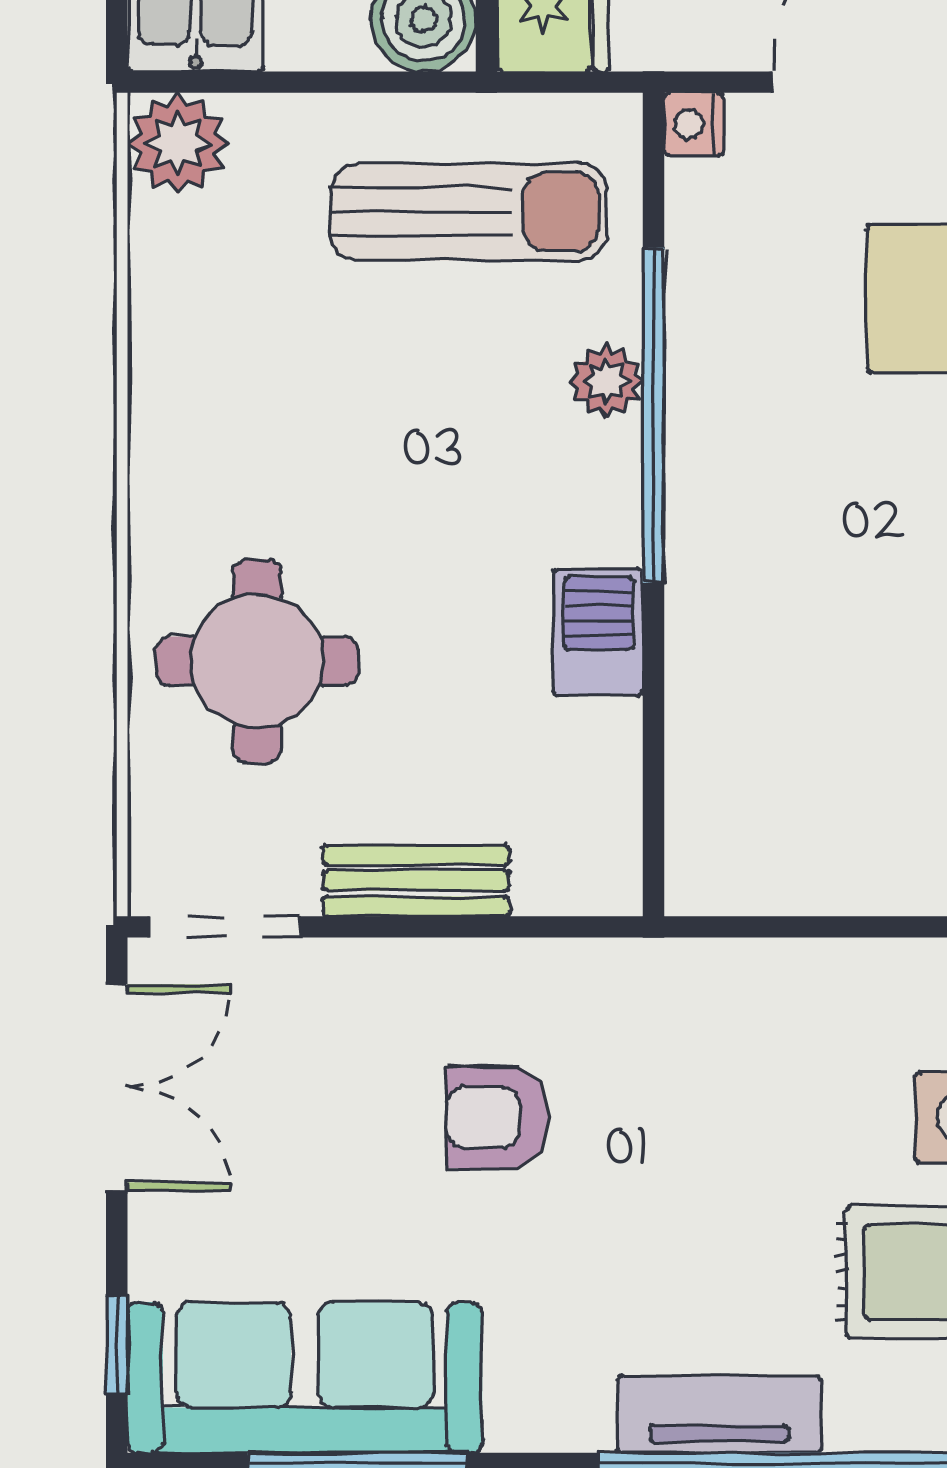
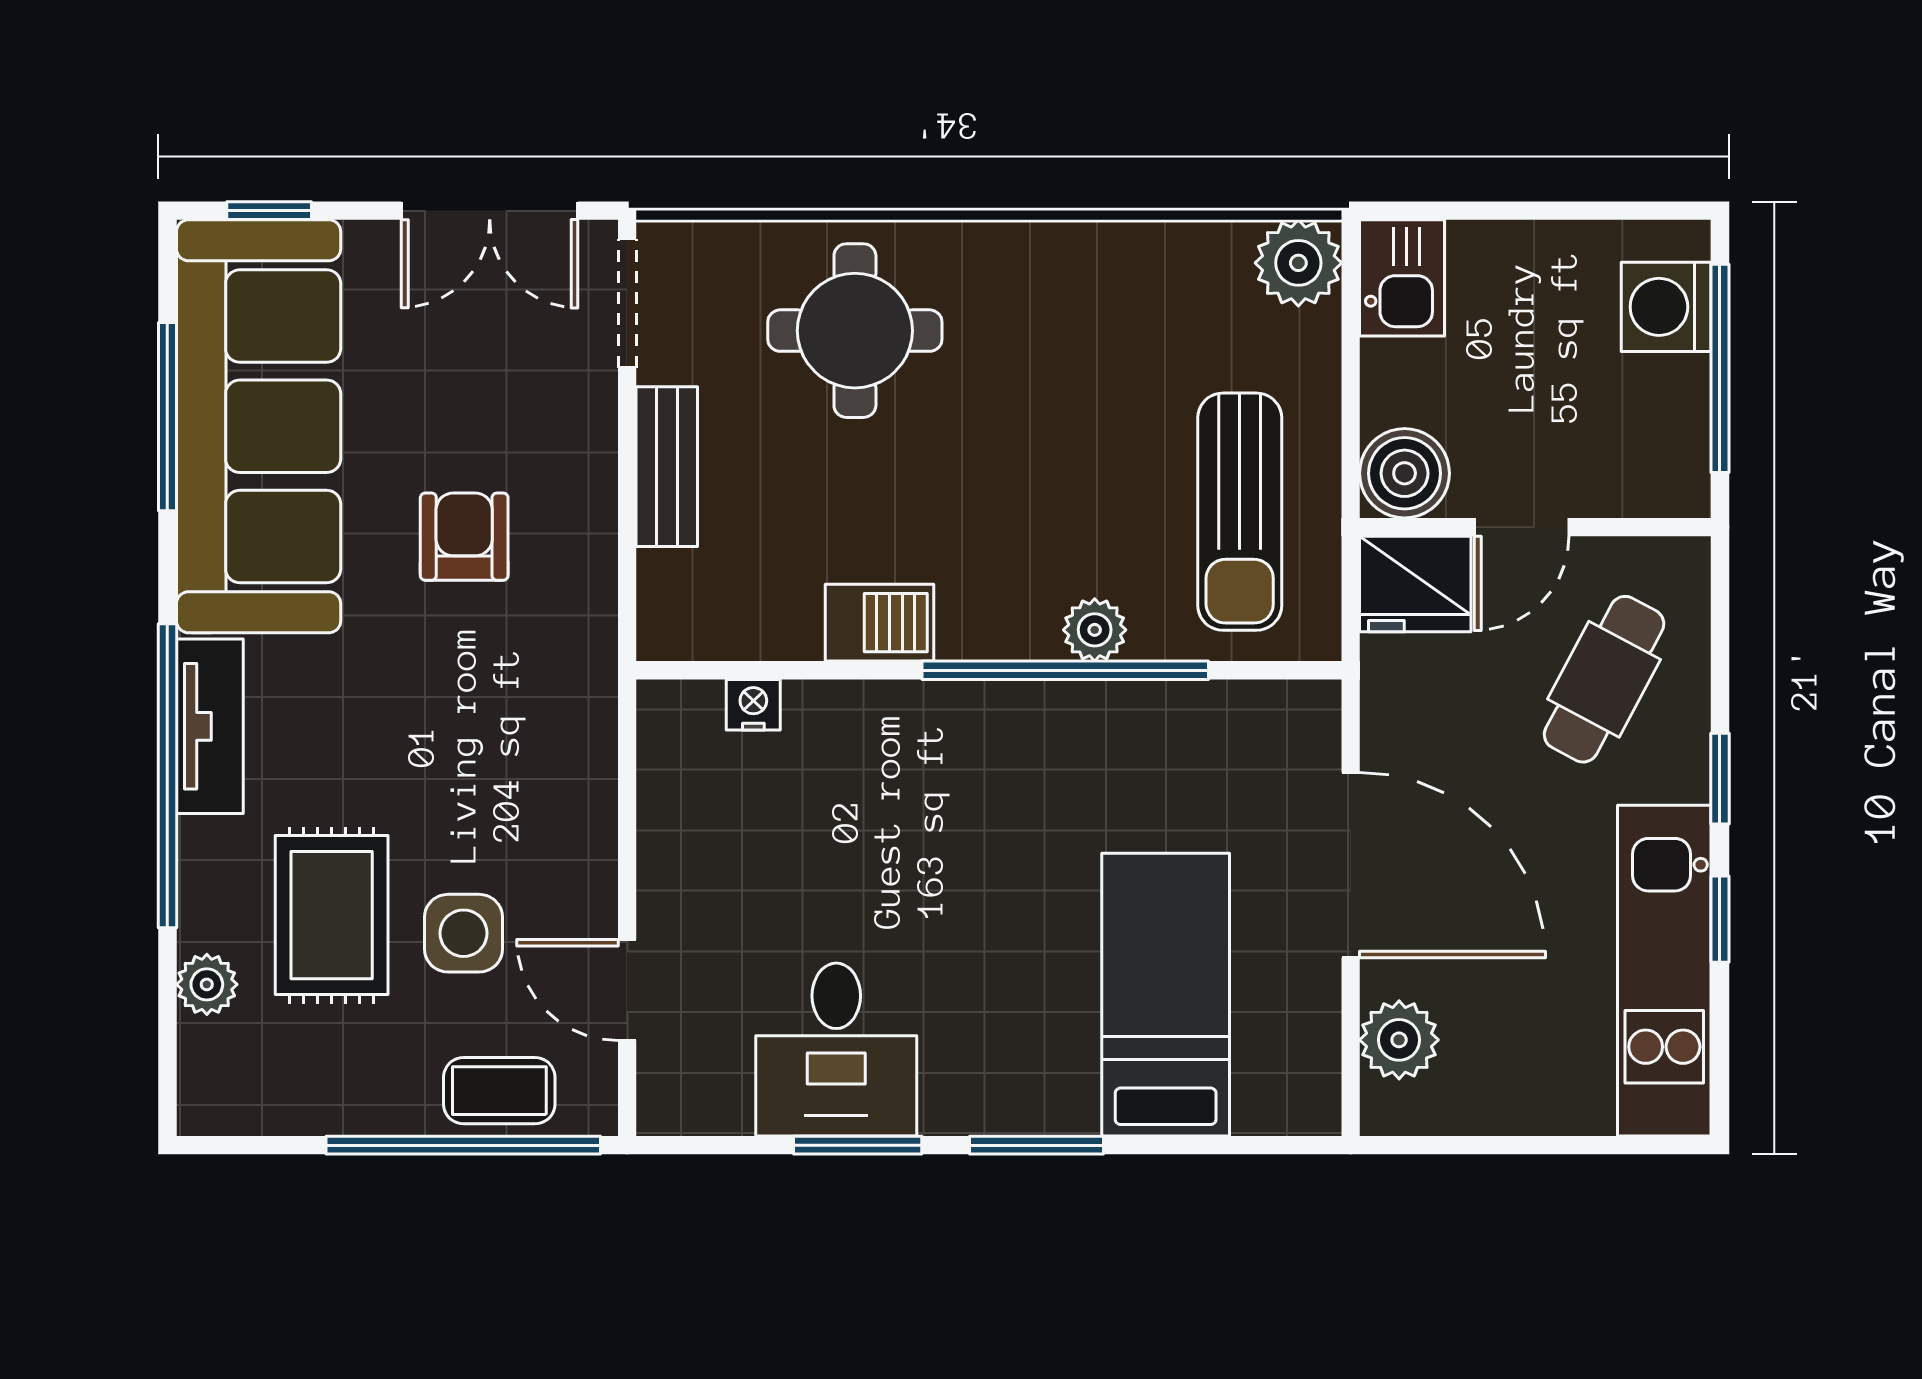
nightstand: (694, 124) -> (753, 705), moved
sofa: (305, 1378) -> (259, 426), width x1.36, depth x1.27

